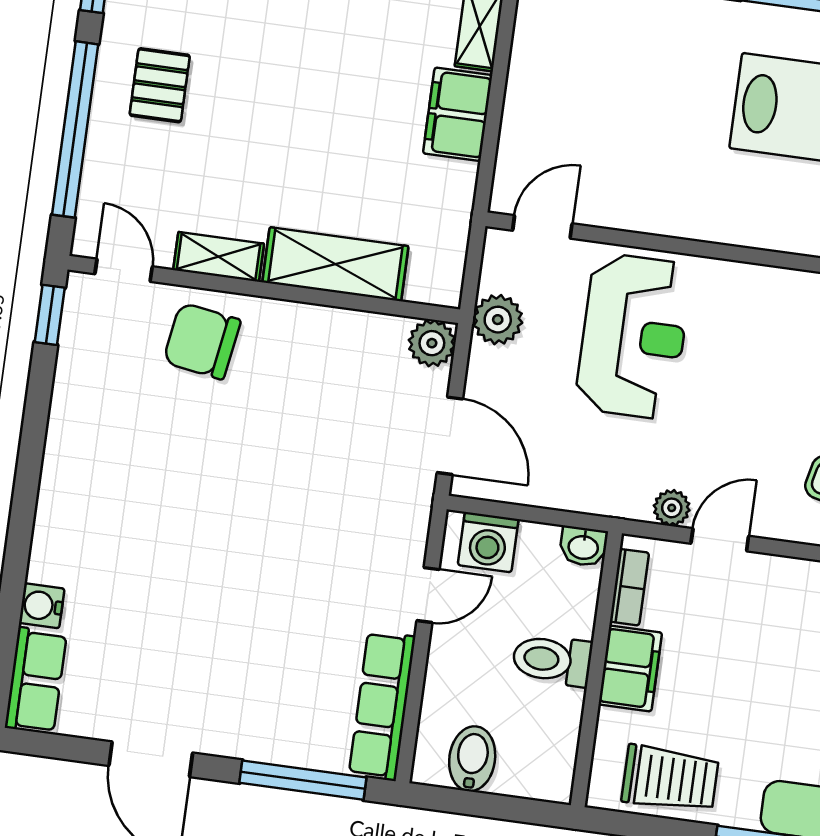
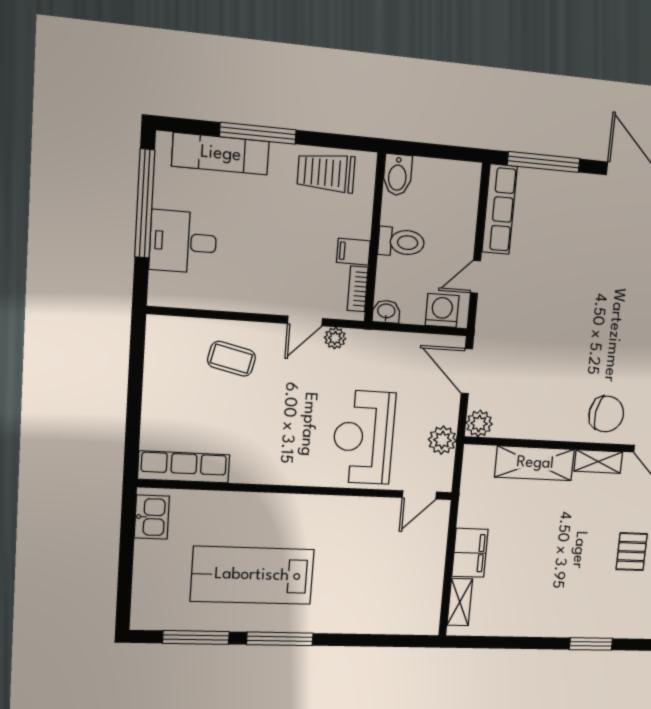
filing cabinet: (630, 668) -> (353, 252), width x0.50
bidet: (472, 759) -> (398, 175), moved

